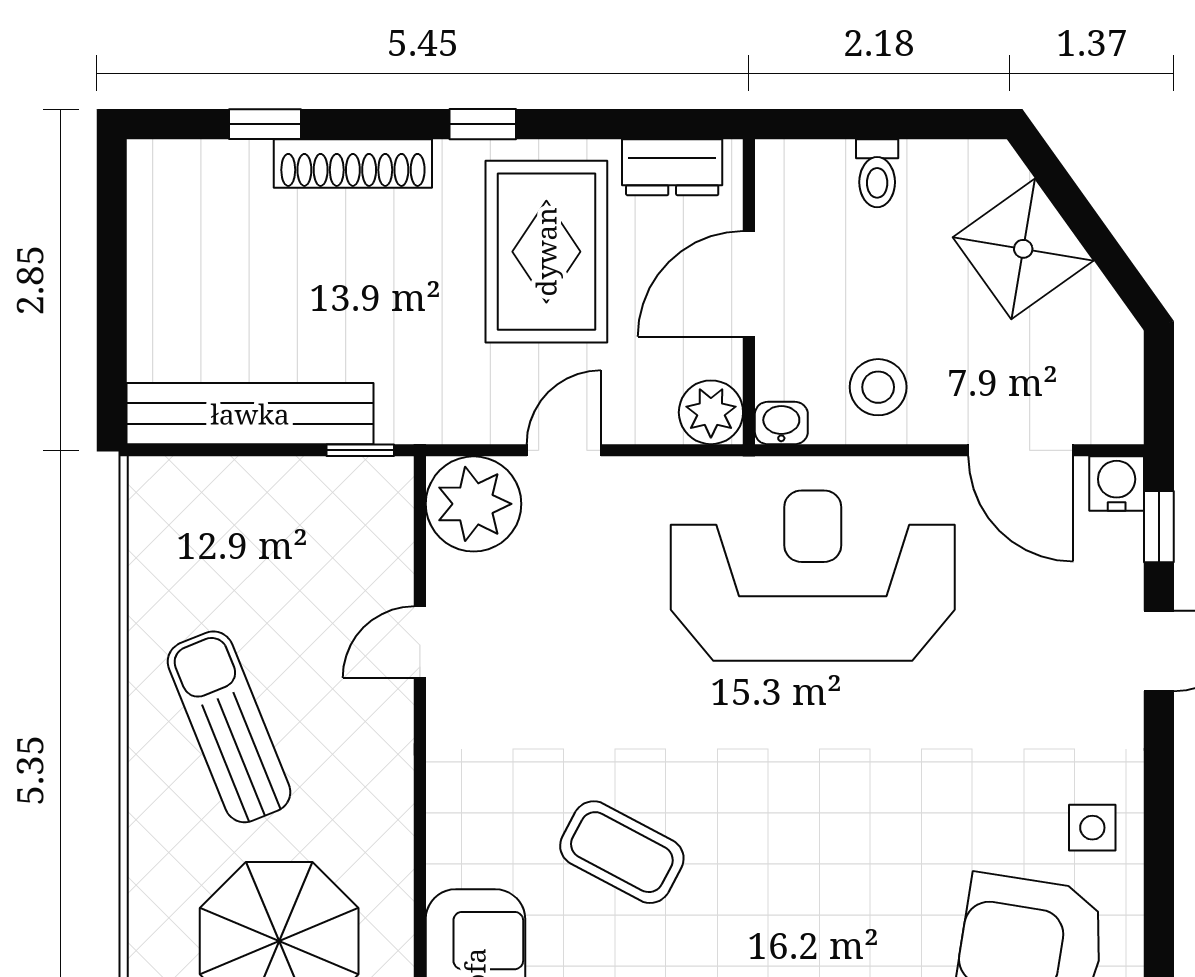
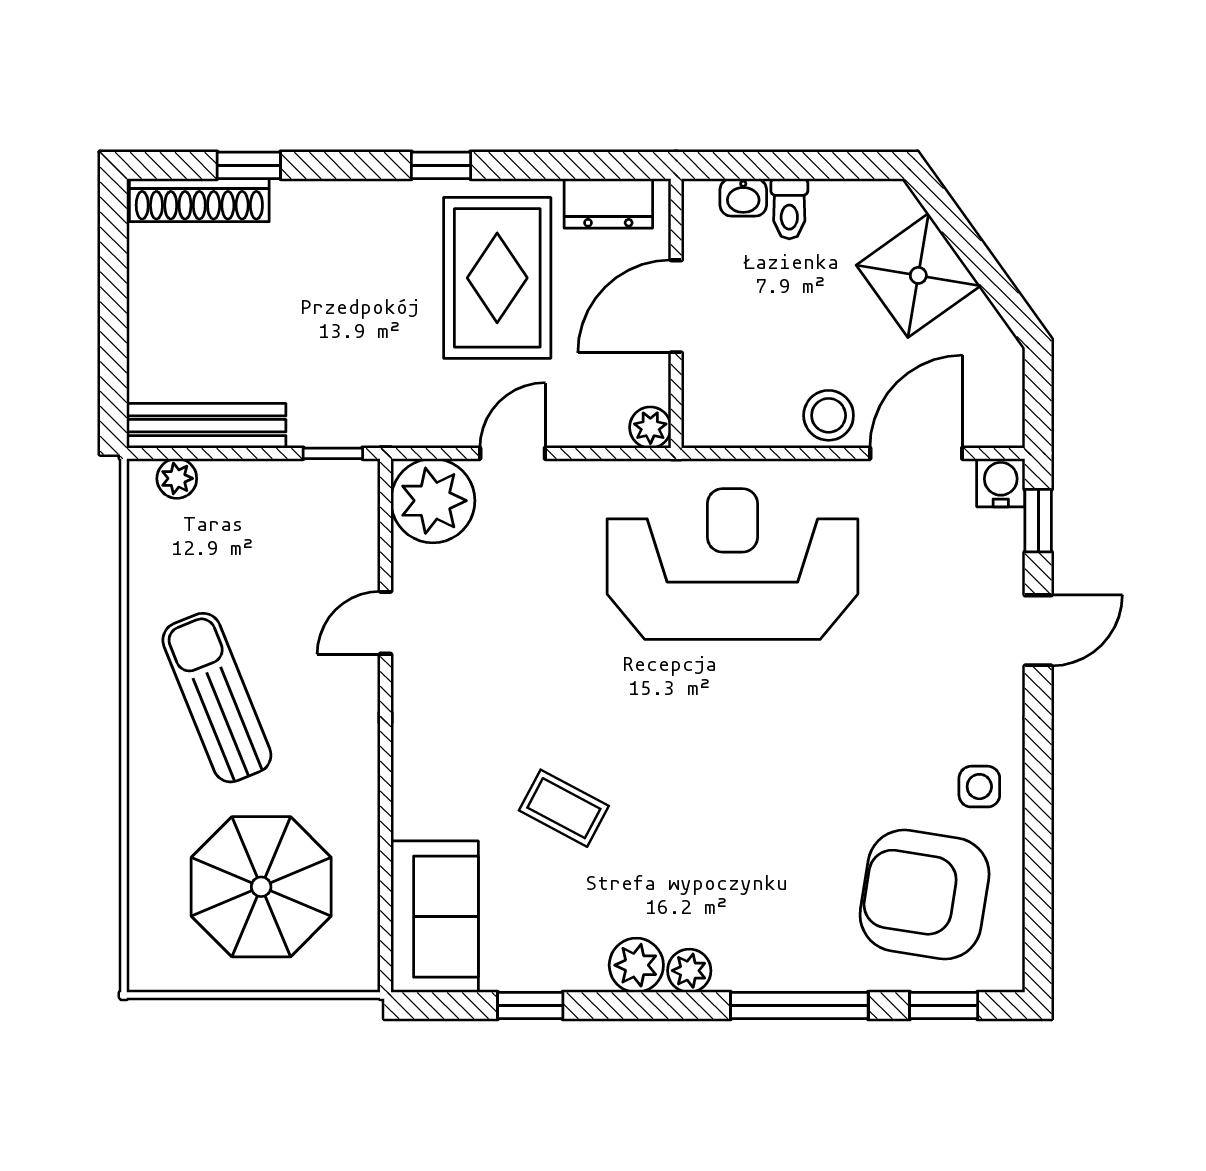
shoe rack: (353, 164) -> (199, 200), moved
stool: (878, 387) -> (829, 415), moved
plant: (711, 412) -> (650, 427), width x0.73, depth x0.73
bench: (250, 414) -> (206, 426), width x0.73, depth x0.82
washbasin: (781, 423) -> (743, 197), moved, turned 180
door: (1021, 450) -> (916, 453), swing flipped
plant: (184, 479) -> (177, 478), added
coffee table: (622, 852) -> (564, 808), width x0.73, depth x0.77

